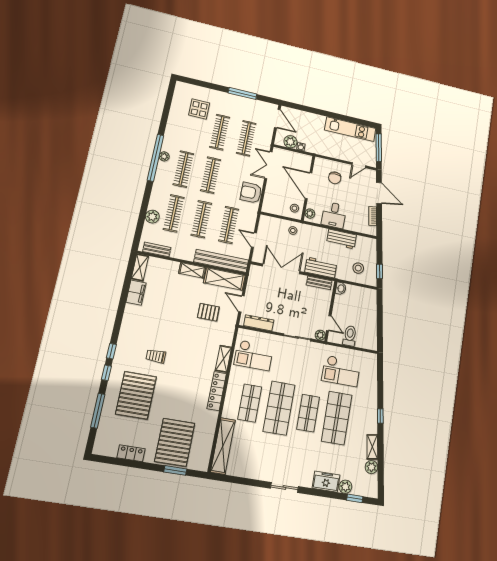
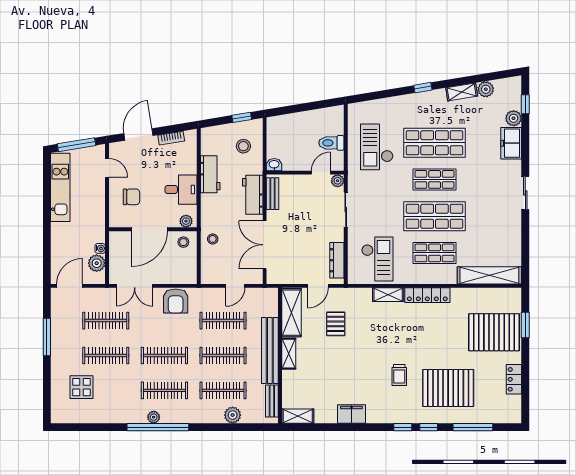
bench: (221, 261) -> (270, 350), moved
filing cabinet: (136, 293) -> (351, 414), moved
checkout: (341, 371) -> (377, 147), turned 180

